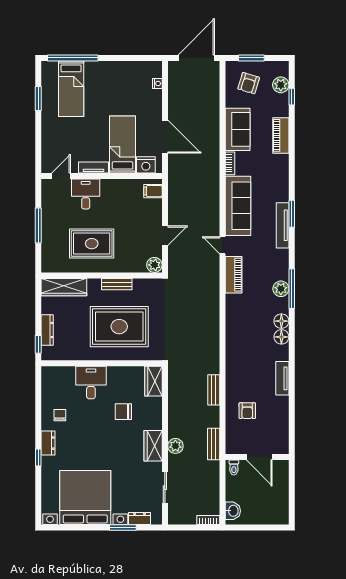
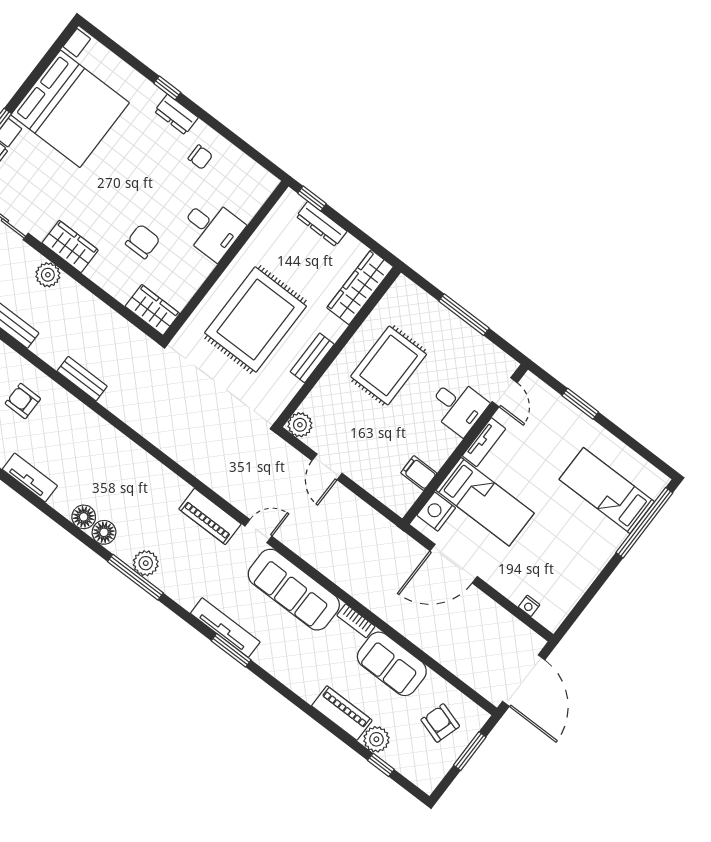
plant: (281, 85) -> (376, 739), moved
window: (38, 99) -> (580, 404), moved
filing cabinet: (153, 191) -> (419, 473), moved, turned -90

